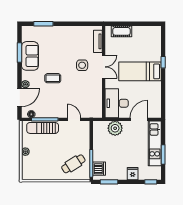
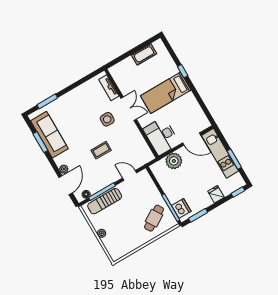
cot: (122, 31) -> (144, 54), moved
sofa: (30, 56) -> (49, 135), width x1.36
coffee table: (53, 78) -> (101, 150), moved
door: (139, 119) -> (192, 139), swing flipped

